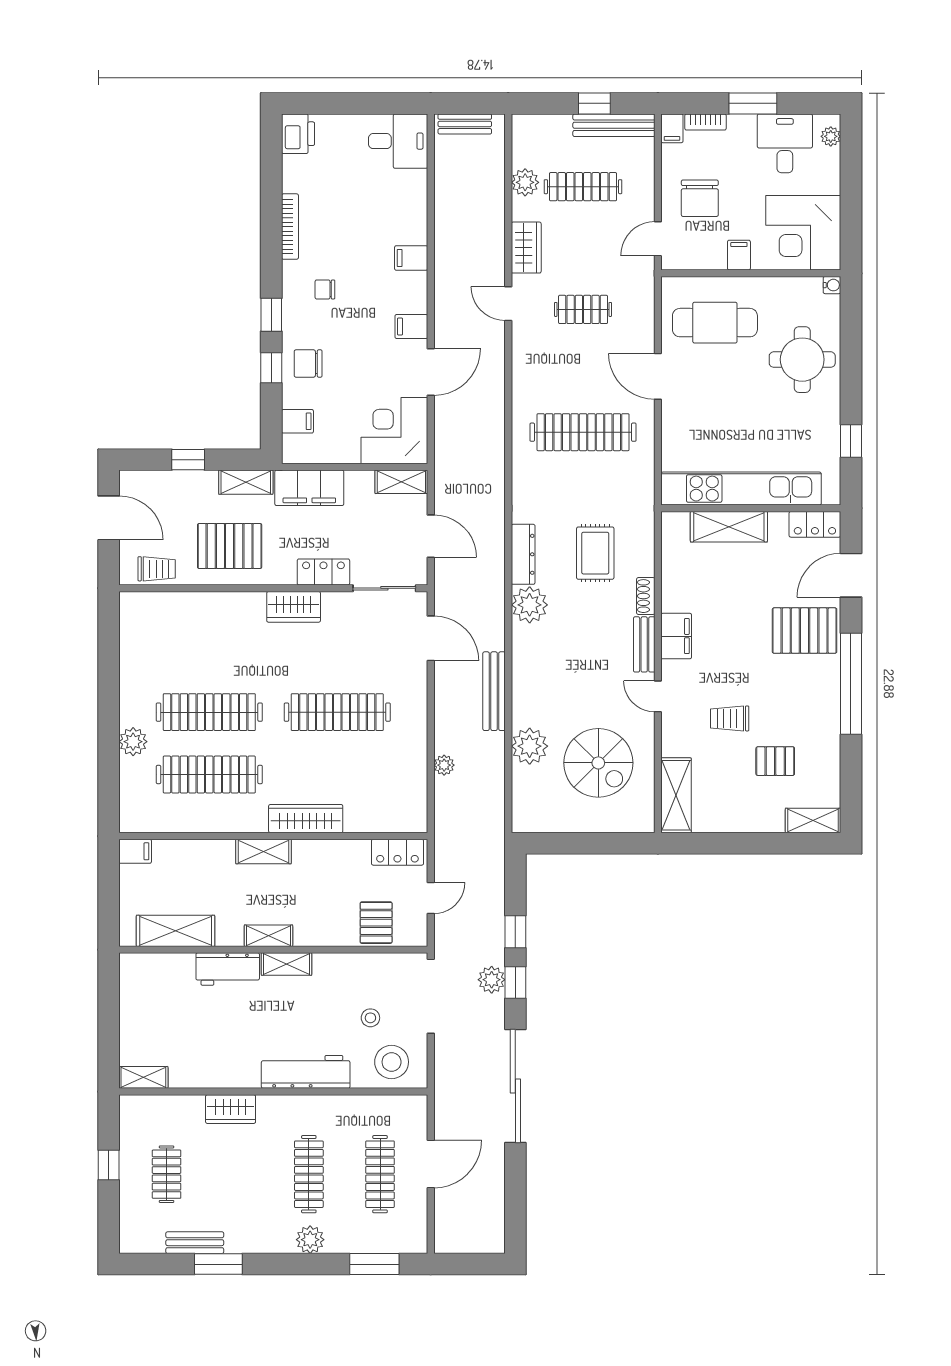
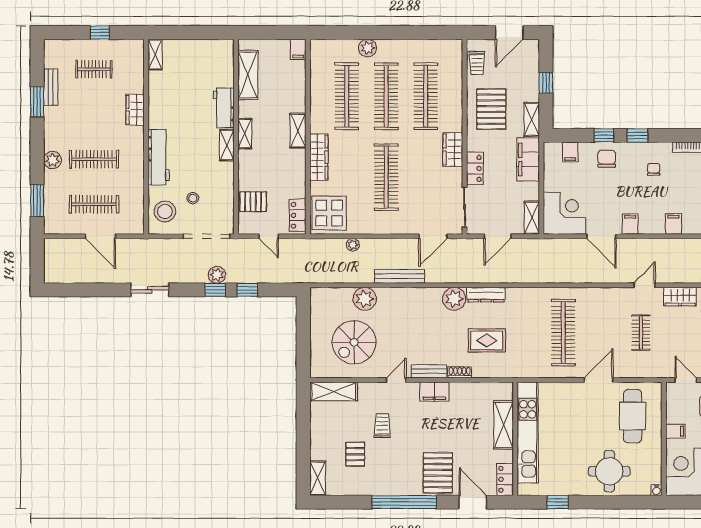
clothes rail: (209, 650) -> (426, 96), added
display table: (394, 802) -> (329, 213), added
sliding door: (515, 1086) -> (150, 290), width x0.54

